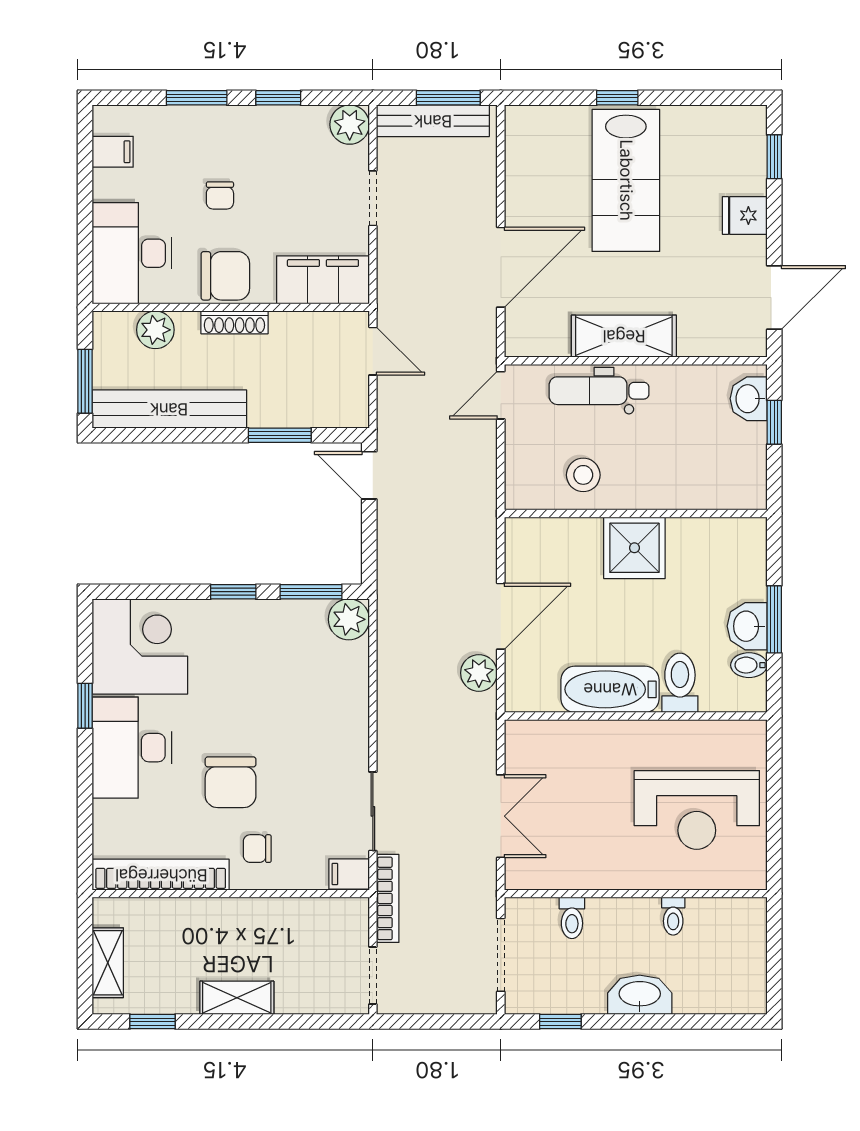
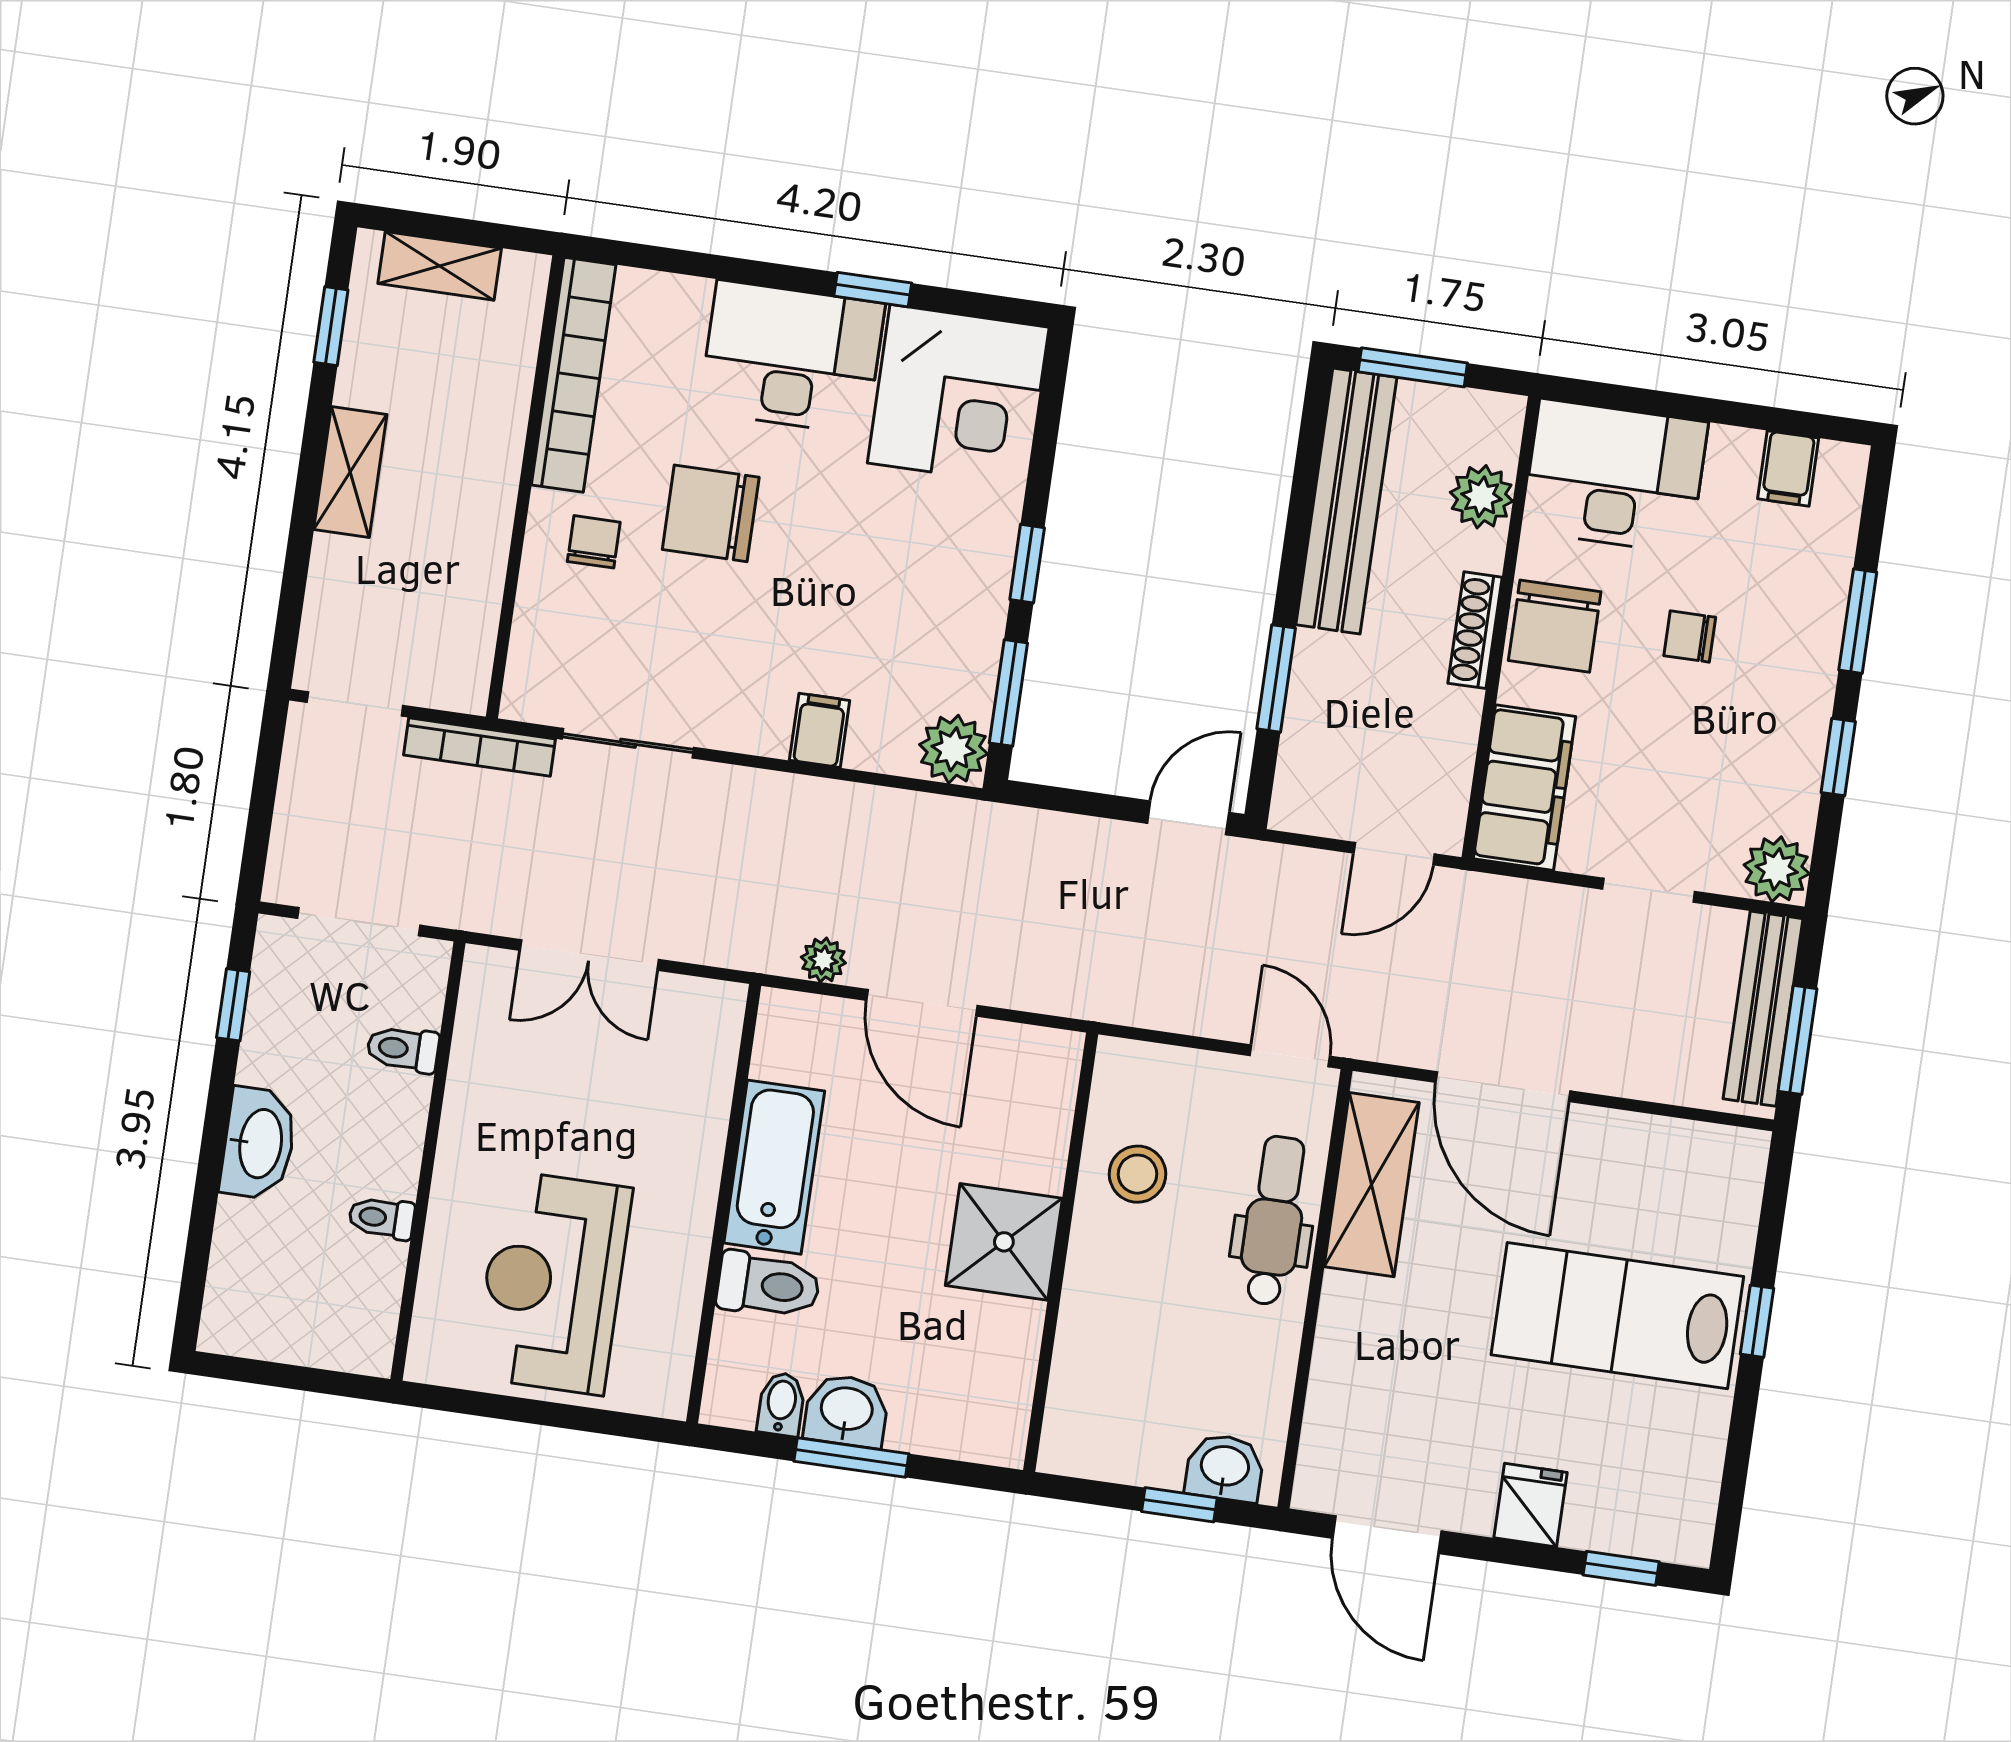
shelving: (624, 336) -> (1372, 1185), moved
plant: (479, 673) -> (823, 960), width x0.73, depth x0.73
filing cabinet: (349, 874) -> (820, 730), moved

